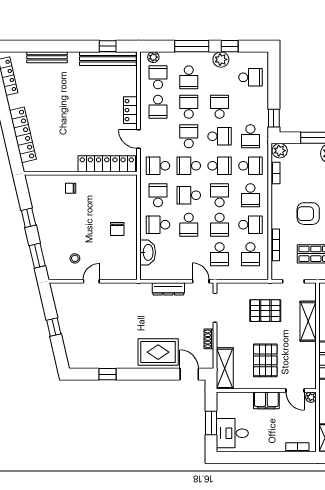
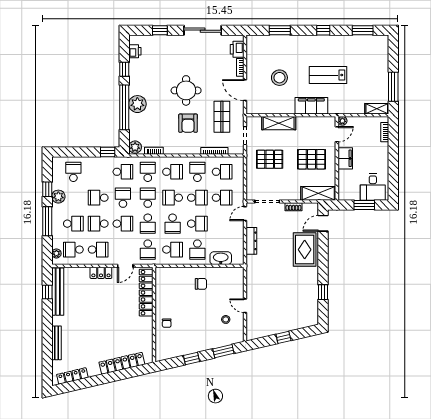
school desk: (189, 136) -> (123, 224), turned 180
school desk: (158, 195) -> (173, 250), turned 180
pallet: (265, 311) -> (270, 159), turned 90

